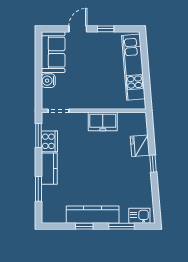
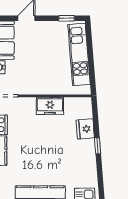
window: (106, 29) -> (67, 18), moved

